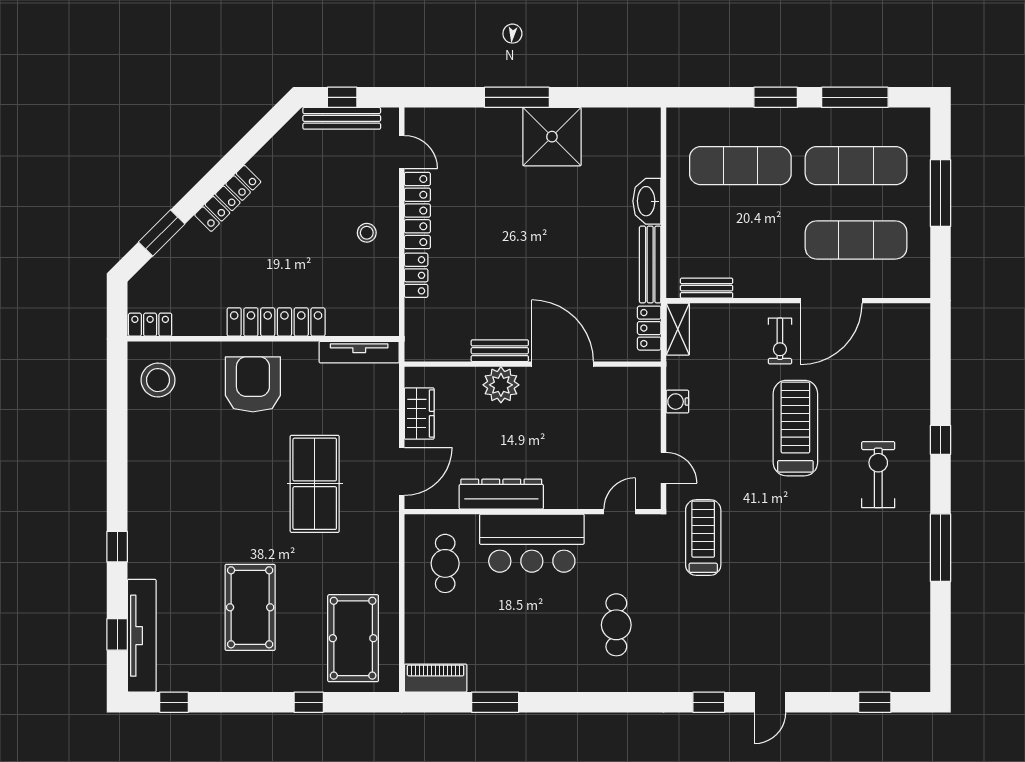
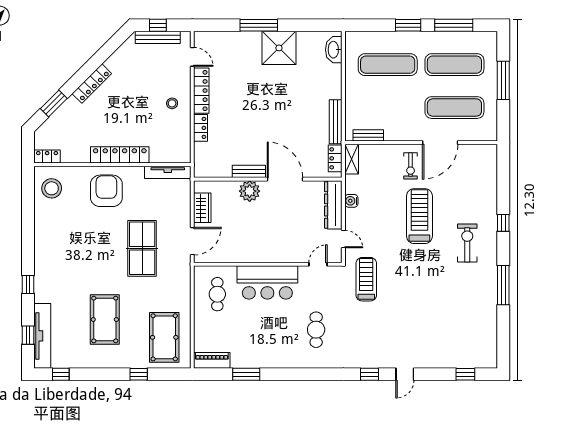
washbasin: (647, 201) -> (334, 50), moved
dresser: (501, 494) -> (333, 205), moved, turned -90

